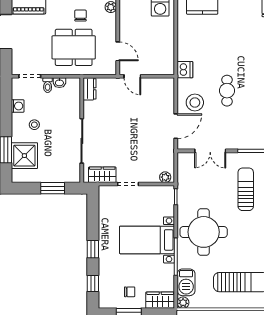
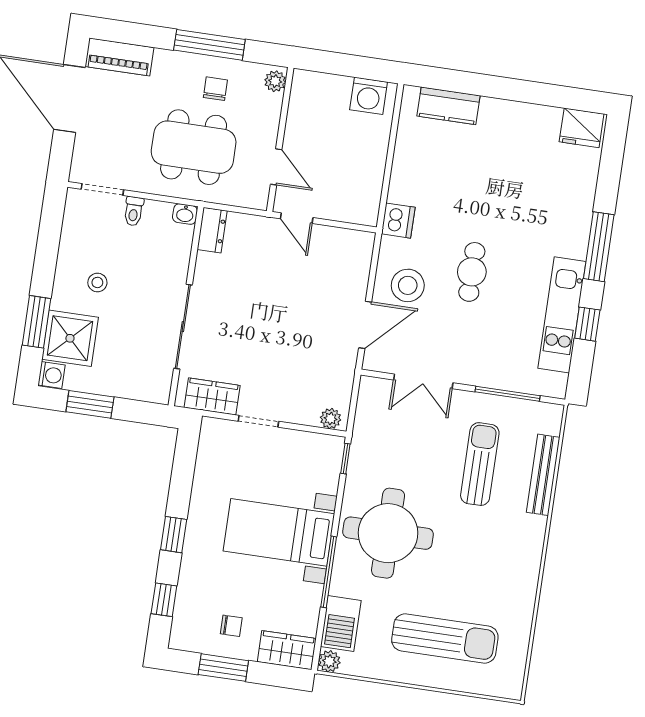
washbasin: (59, 83) -> (185, 214), moved
washing machine: (18, 106) -> (51, 375), moved
window: (53, 188) -> (90, 404), moved

